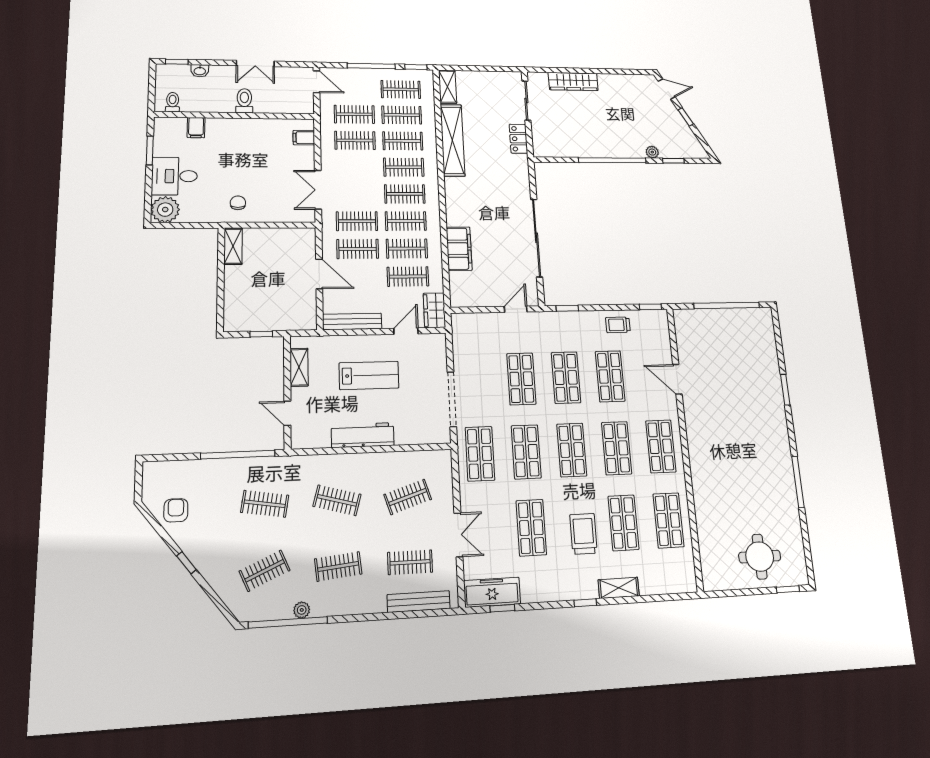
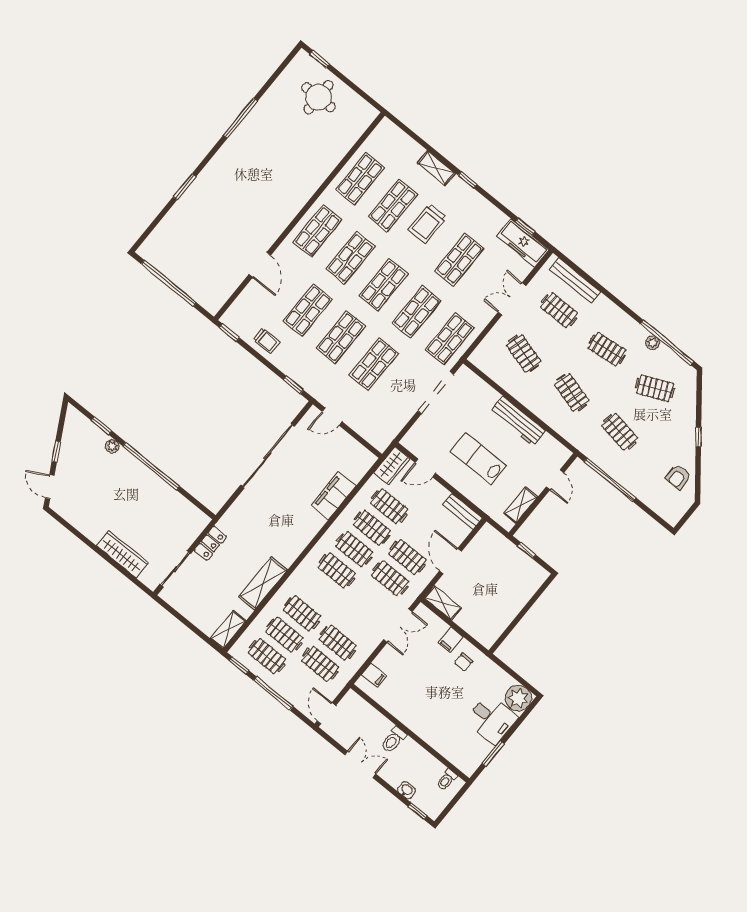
filing cabinet: (196, 128) -> (450, 640), moved, turned 180
shelving: (452, 140) -> (263, 583), width x0.68
clothes rail: (404, 167) -> (319, 592), removed
shelving: (233, 246) -> (443, 603), moved, turned 90
bench: (352, 321) -> (462, 511), width x0.73
clothes rail: (408, 497) -> (524, 353), turned 33

